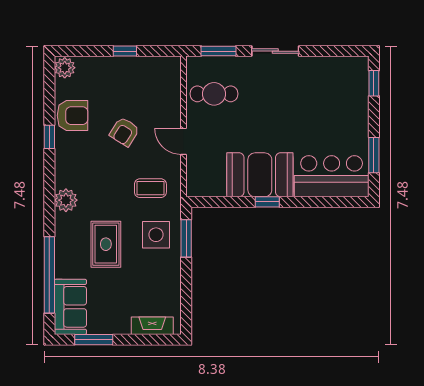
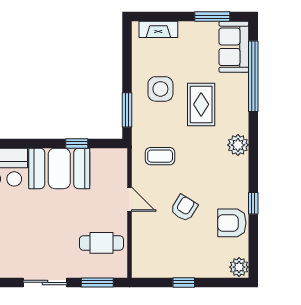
window: (267, 202) -> (77, 143), moved
side table: (156, 235) -> (160, 89), moved

